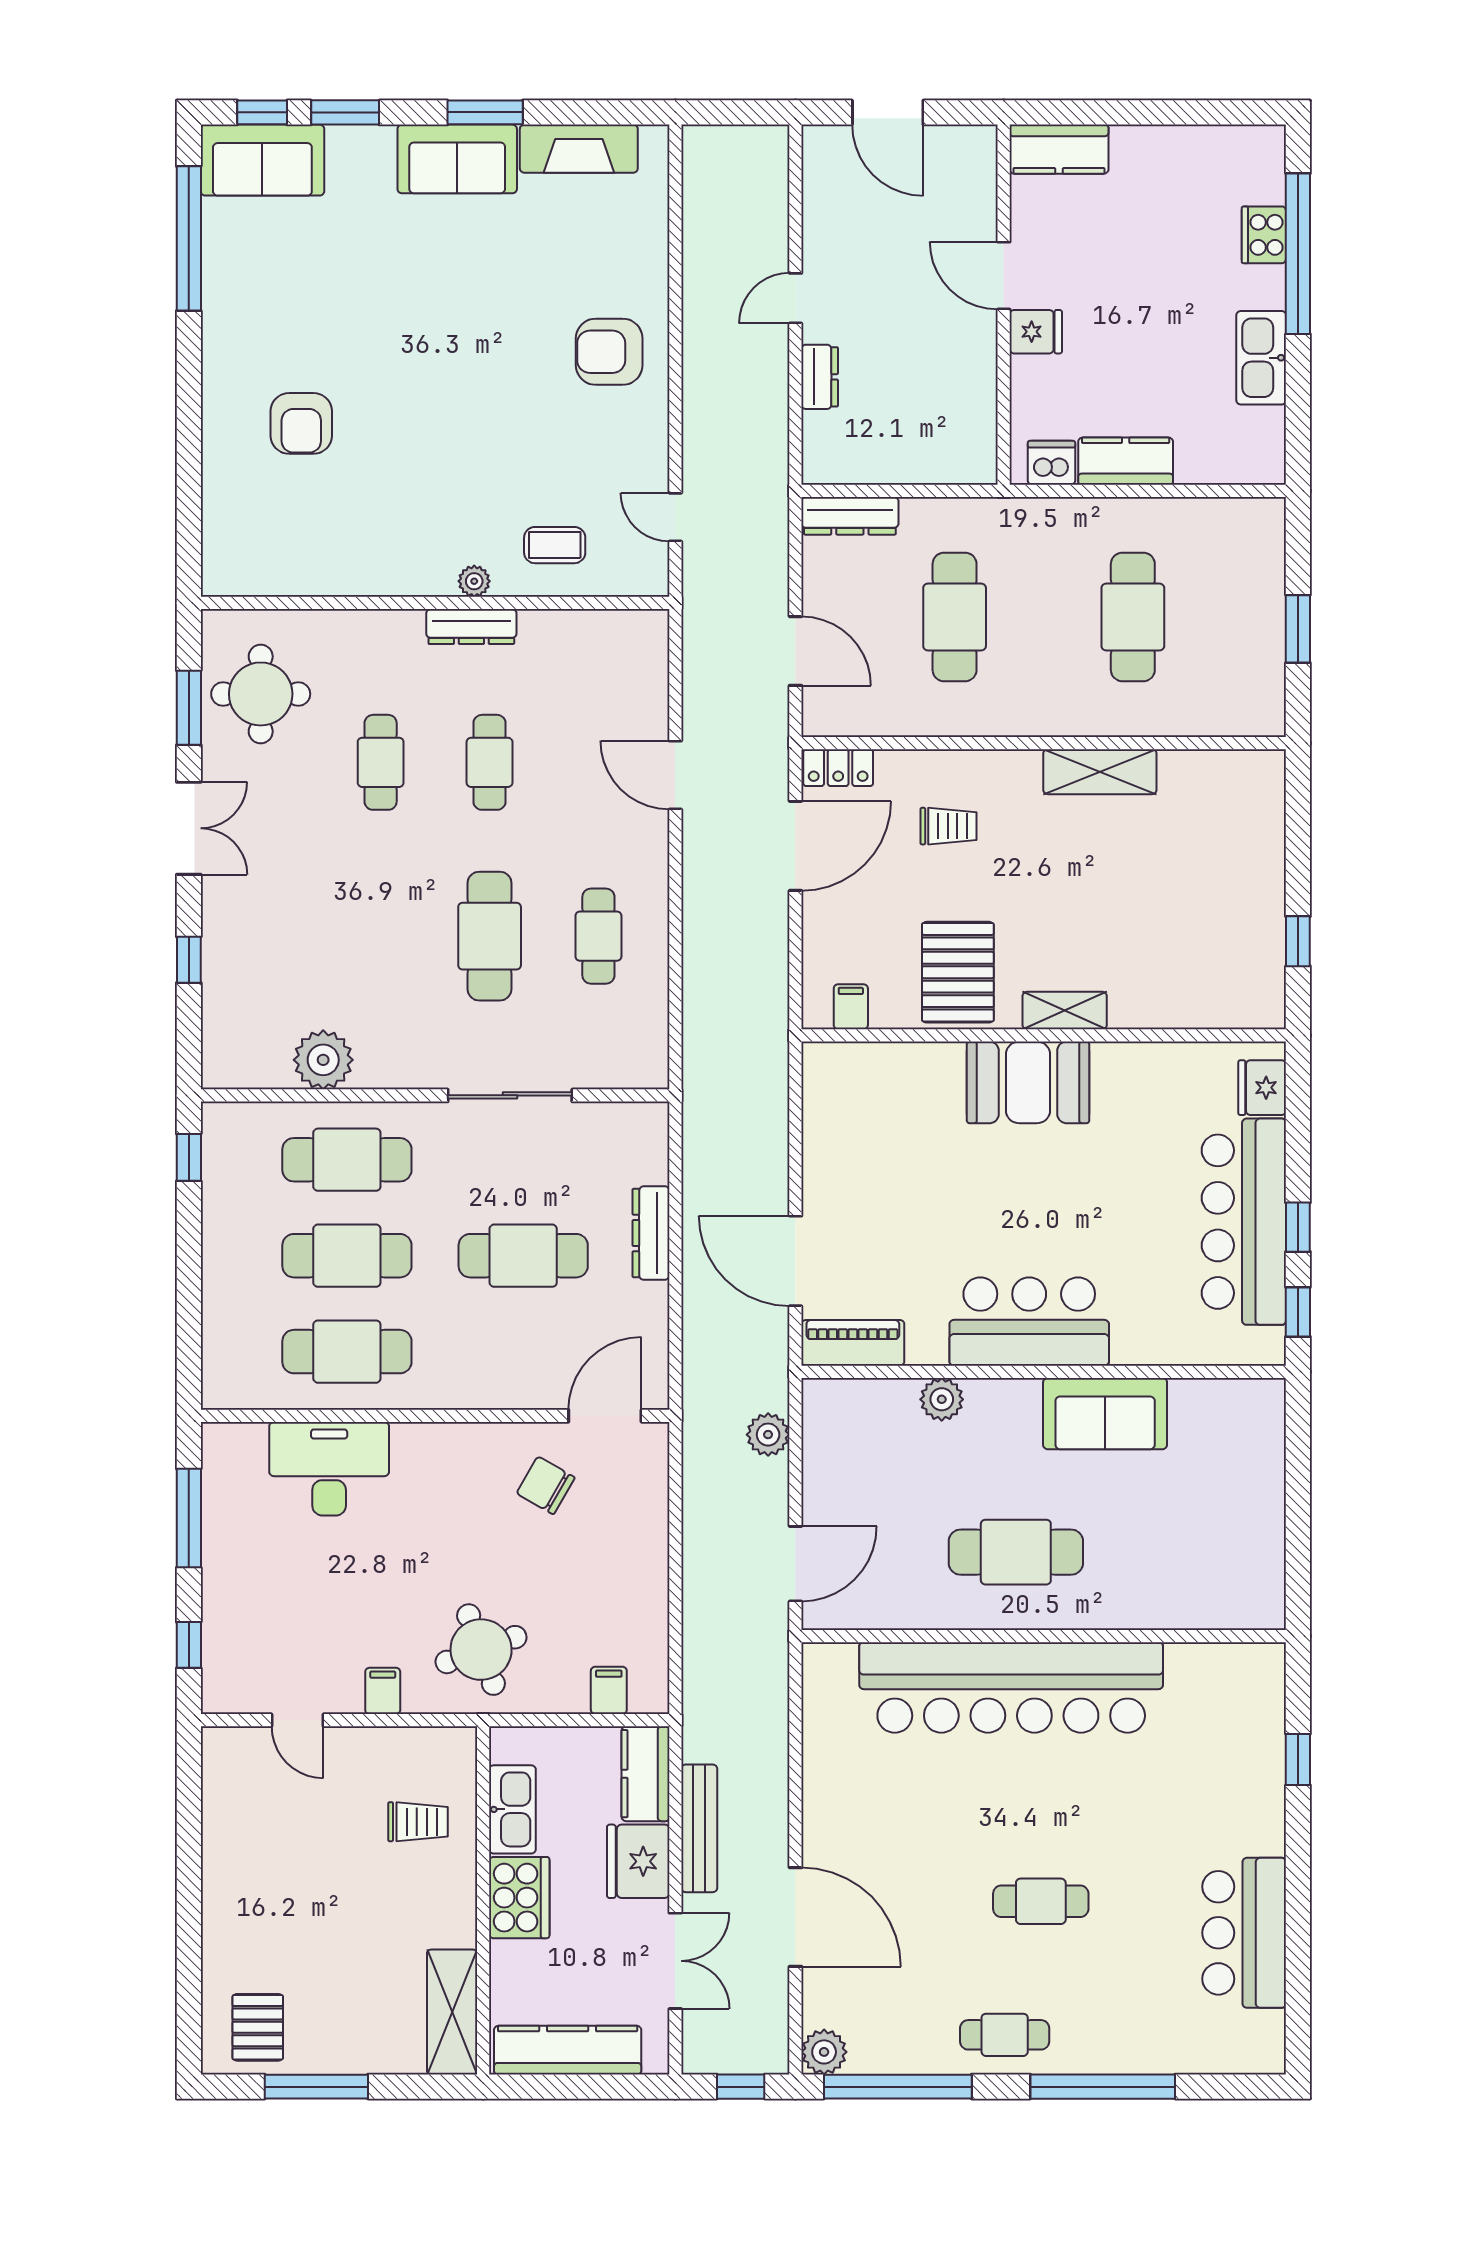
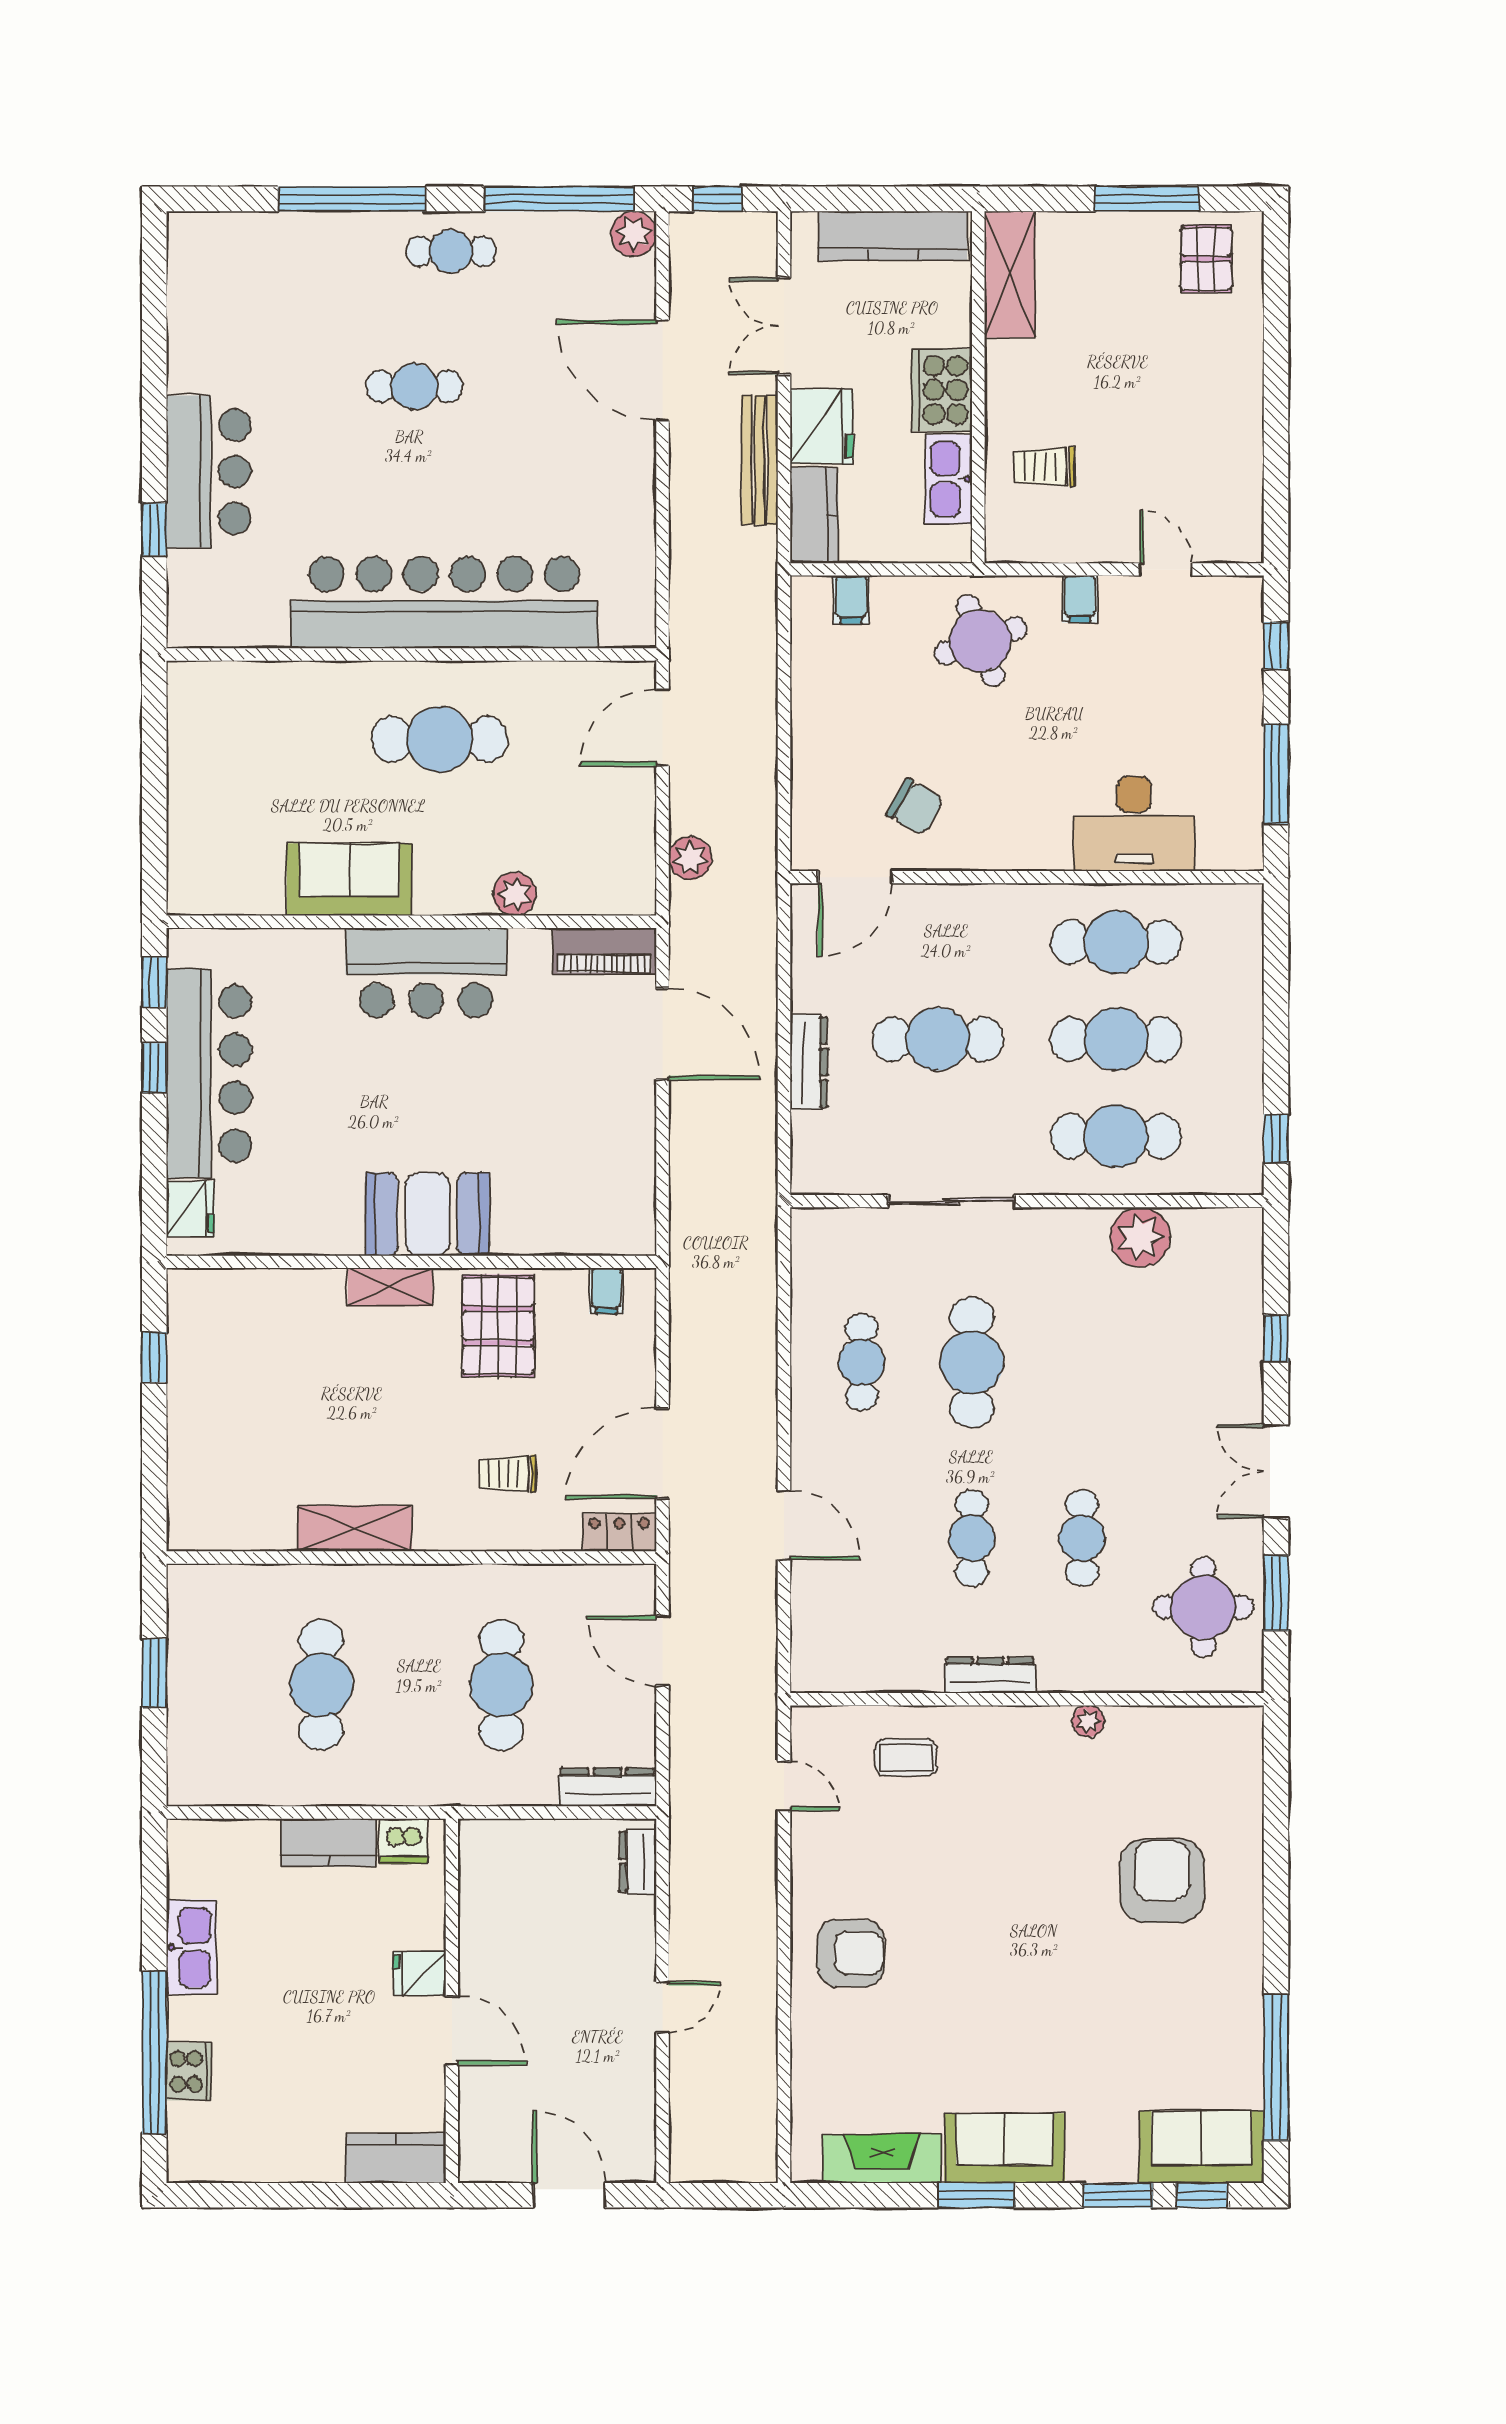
dresser: (820, 377) -> (638, 1862), moved
armchair: (301, 423) -> (1162, 1881), width x1.36, depth x1.36
plant: (474, 581) -> (1088, 1721), moved
bar counter: (1244, 1933) -> (209, 472), moved

